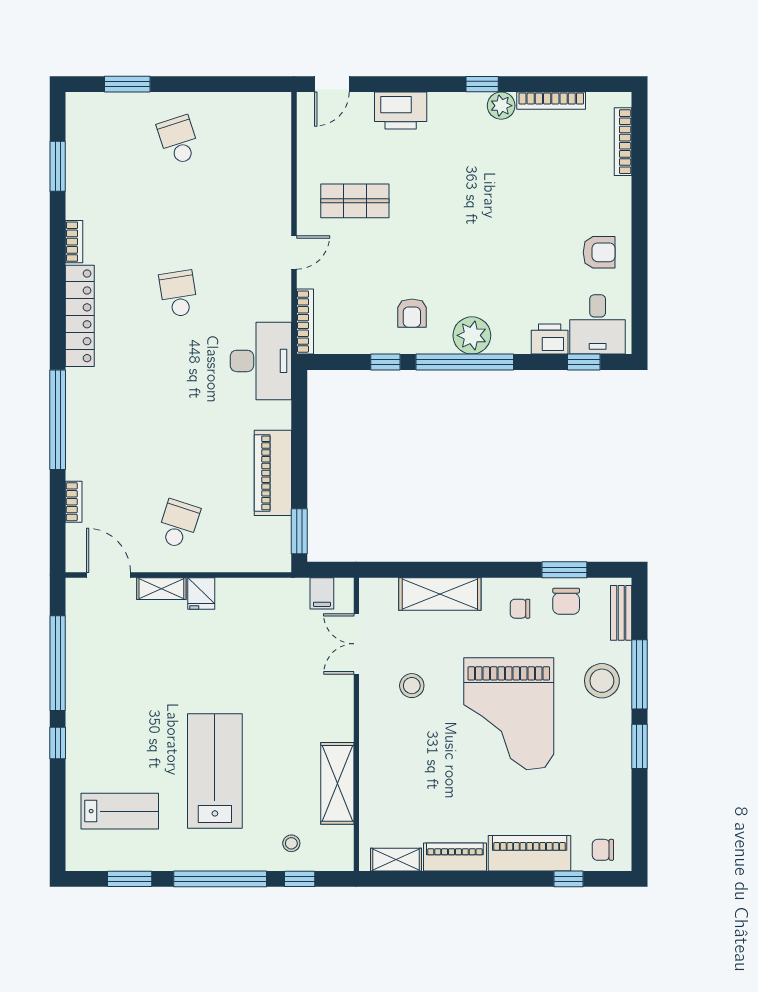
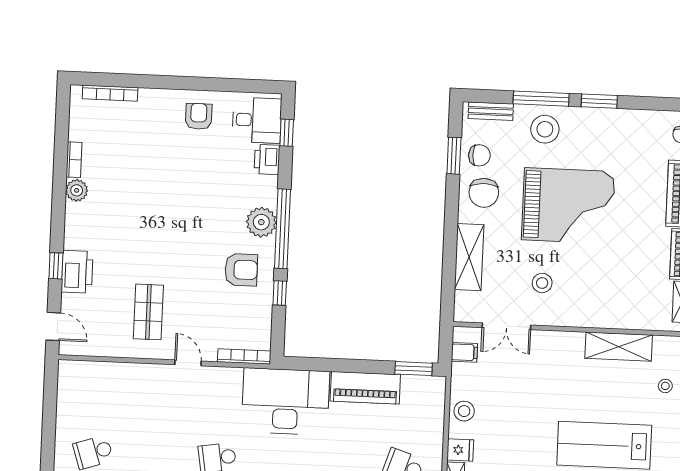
window: (482, 84) -> (56, 266), moved
bookcase: (551, 101) -> (74, 160), width x0.64
armchair: (412, 313) -> (241, 270), width x1.38, depth x1.38
desk: (261, 361) -> (286, 401), width x1.36, depth x1.30
stool: (249, 596) -> (464, 411), added
chair: (520, 609) -> (484, 193), width x1.87, depth x1.87

